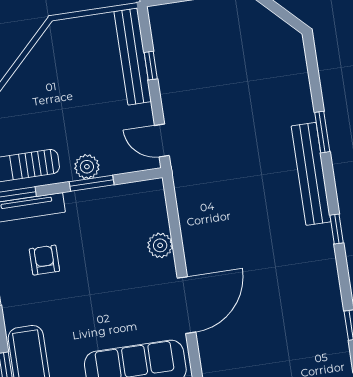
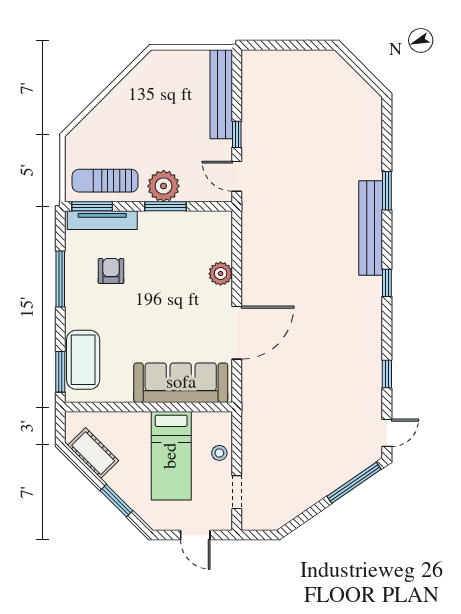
window: (151, 66) -> (237, 134), moved
plant: (87, 167) -> (164, 186), width x1.36, depth x1.36

